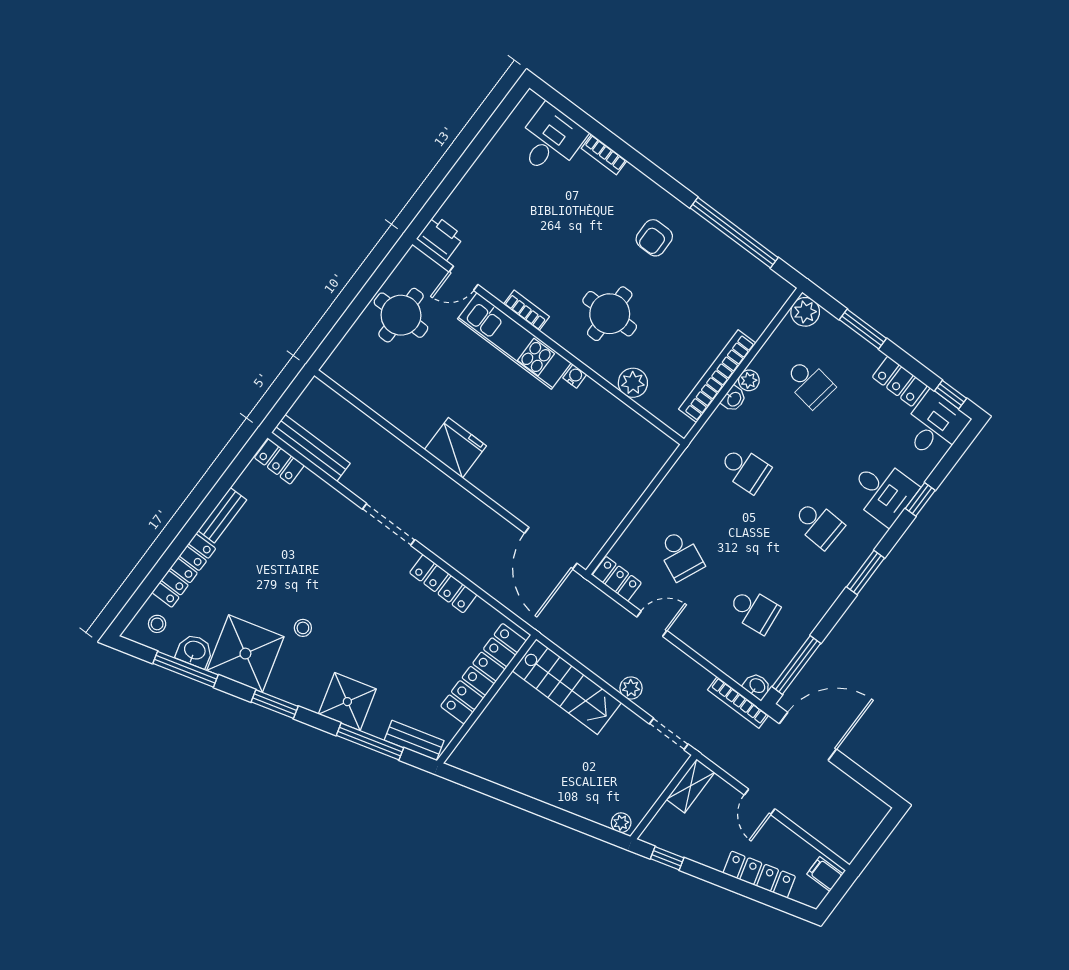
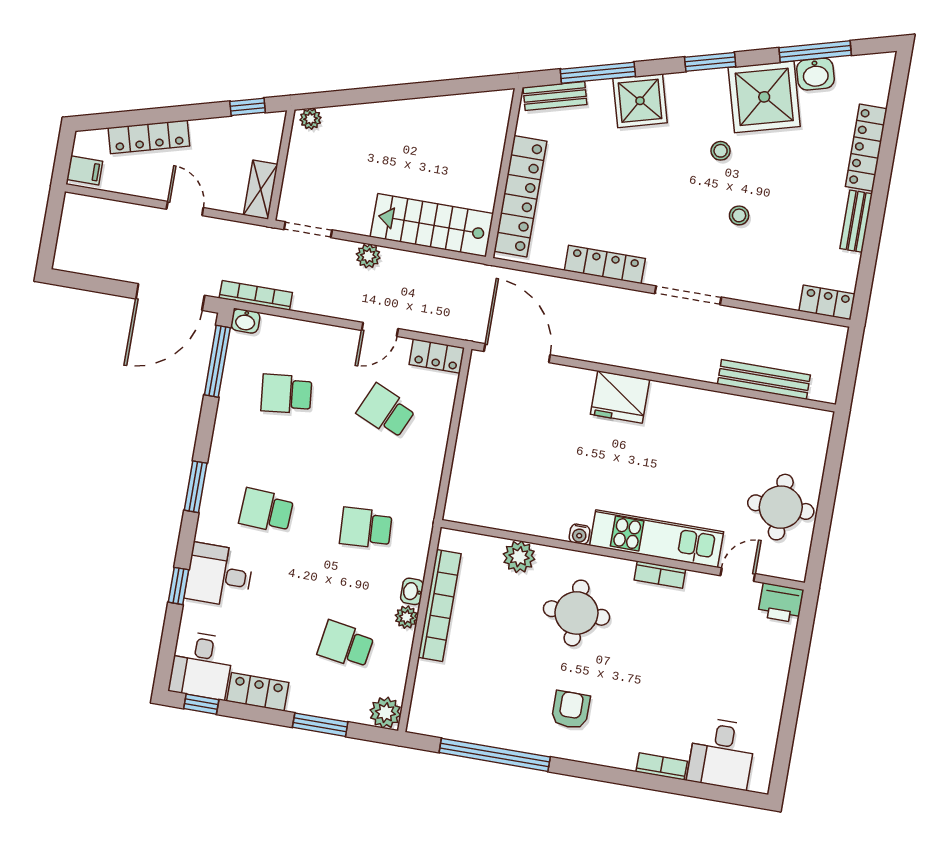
bench: (311, 448) -> (764, 380), moved
fridge: (455, 448) -> (620, 397), moved
stool: (157, 624) -> (739, 215), moved

